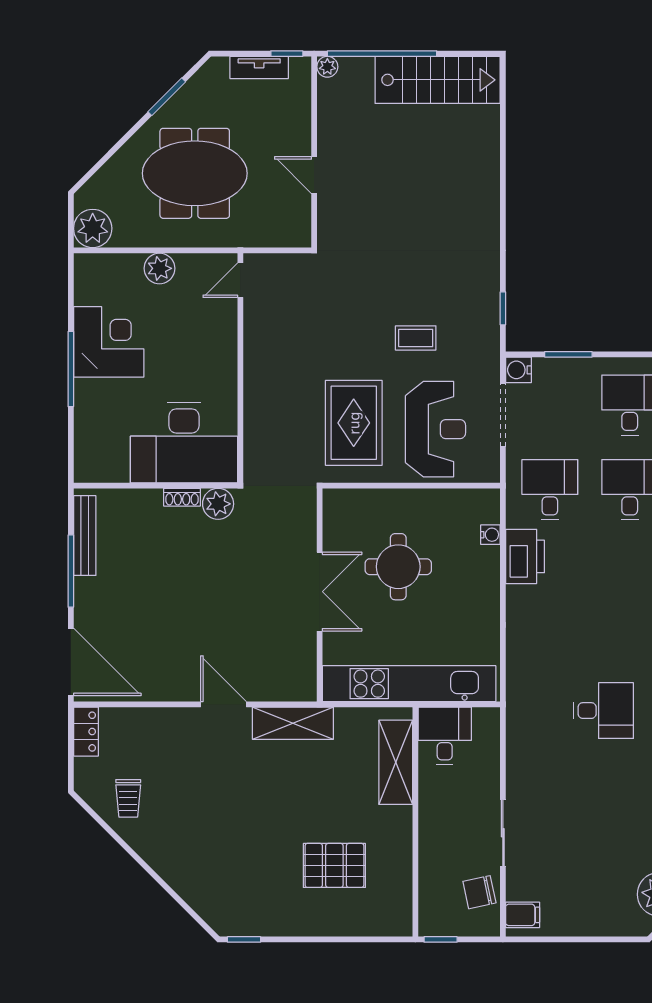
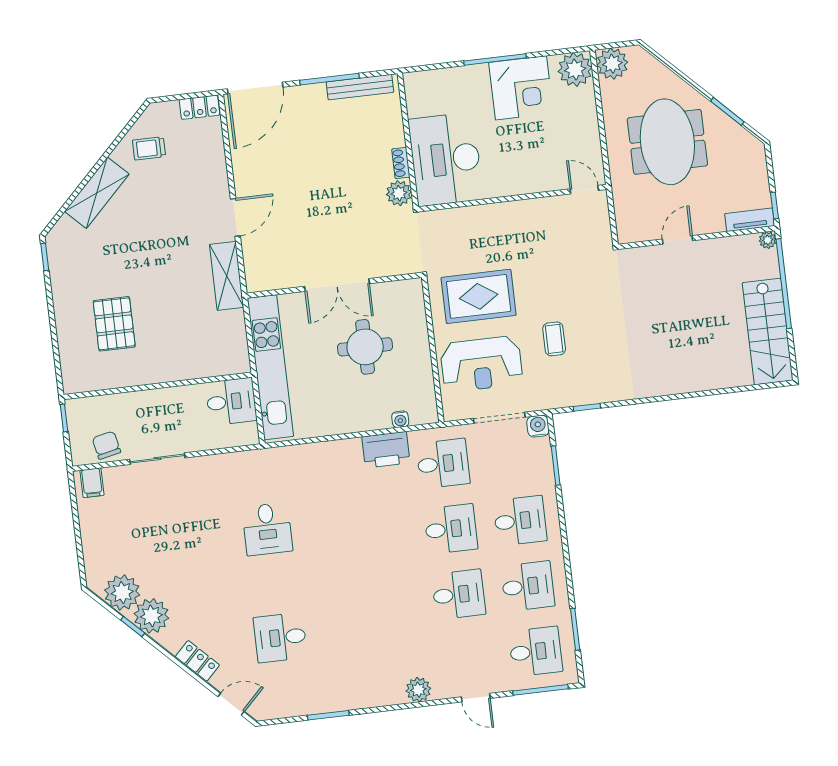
tv unit: (259, 67) -> (750, 220), moved, turned 90
plant: (159, 268) -> (575, 70), moved, width x1.36, depth x1.36
shelving: (396, 762) -> (97, 193), moved, turned -45

